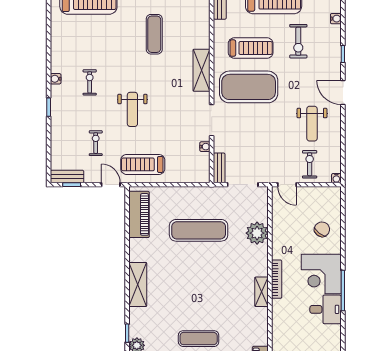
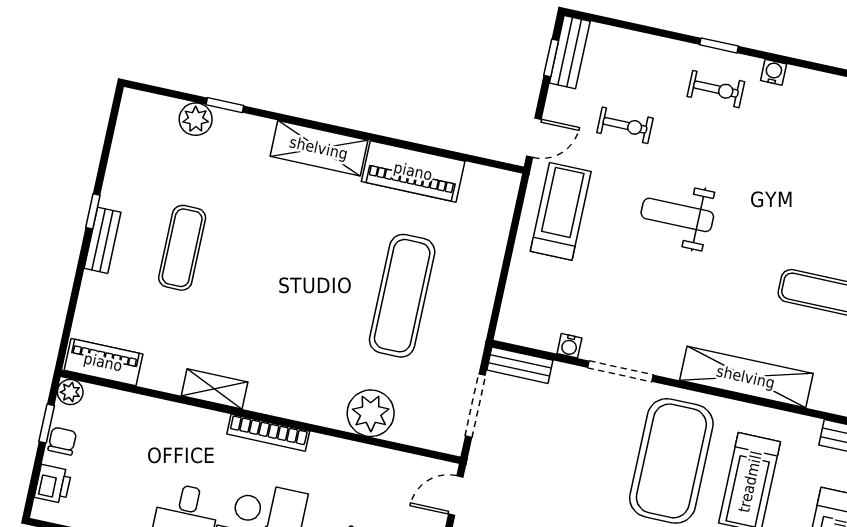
shelving: (201, 70) -> (746, 377), width x1.47
exercise bike: (90, 82) -> (716, 89), moved
piano: (139, 214) -> (413, 171), moved
shelving: (262, 292) -> (215, 389), moved

